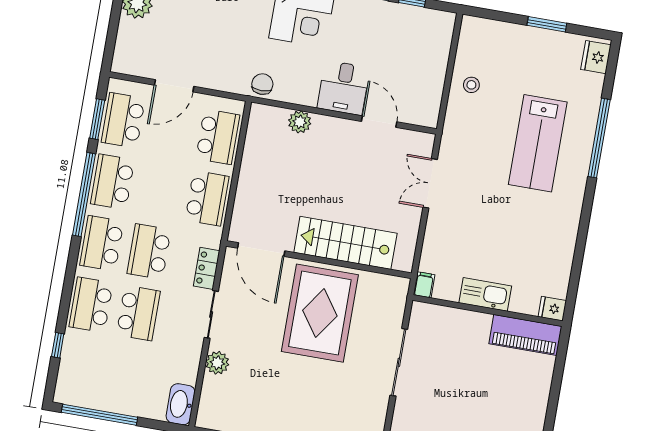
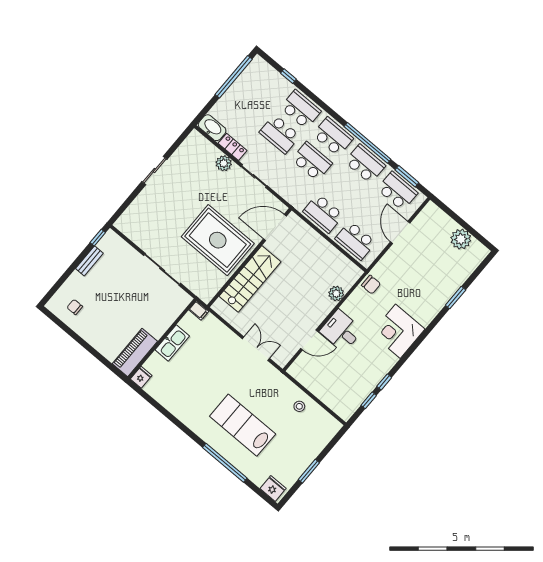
locker: (207, 268) -> (233, 147), moved

